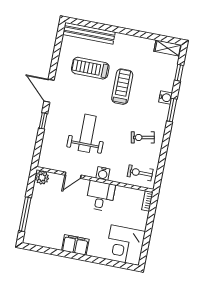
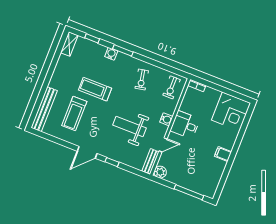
bench: (52, 164) -> (151, 161), added
door: (73, 175) -> (163, 145), hinge flipped
filing cabinet: (75, 245) -> (223, 154), width x0.50

